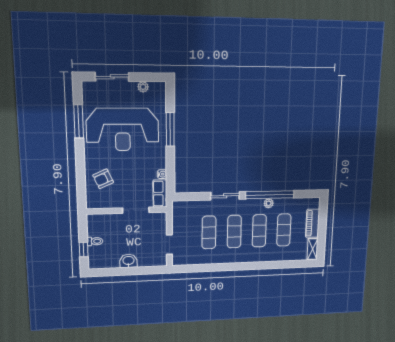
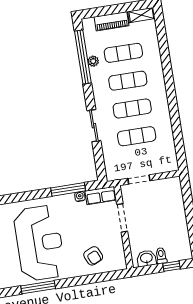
window: (170, 129) -> (68, 189), moved
window: (270, 195) -> (83, 57), moved
plant: (269, 203) -> (93, 61), moved
doorway: (169, 245) -> (139, 179), moved
washbasin: (128, 261) -> (146, 258), moved, turned 90

